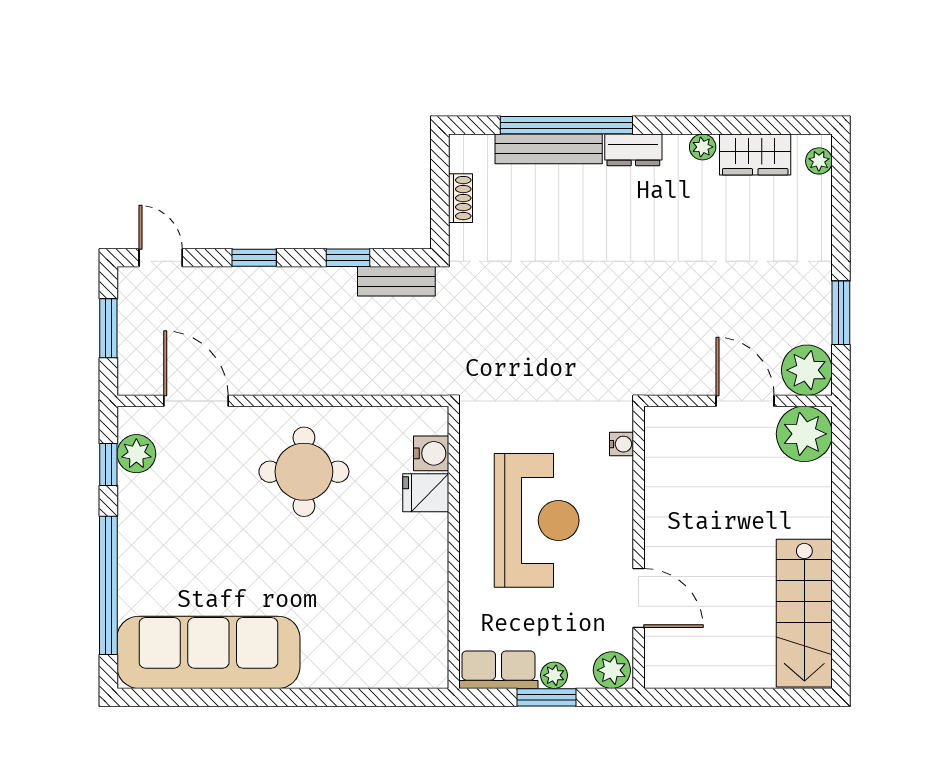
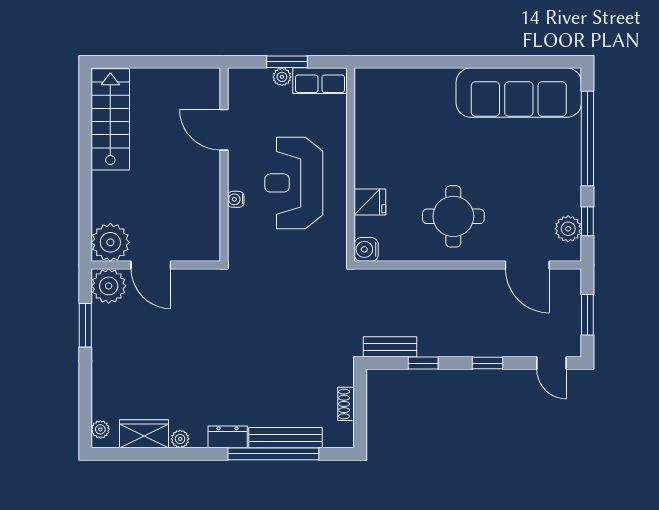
water cooler: (622, 444) -> (236, 199), moved
water cooler: (431, 453) -> (366, 249), moved
plant: (612, 670) -> (242, 80), removed

